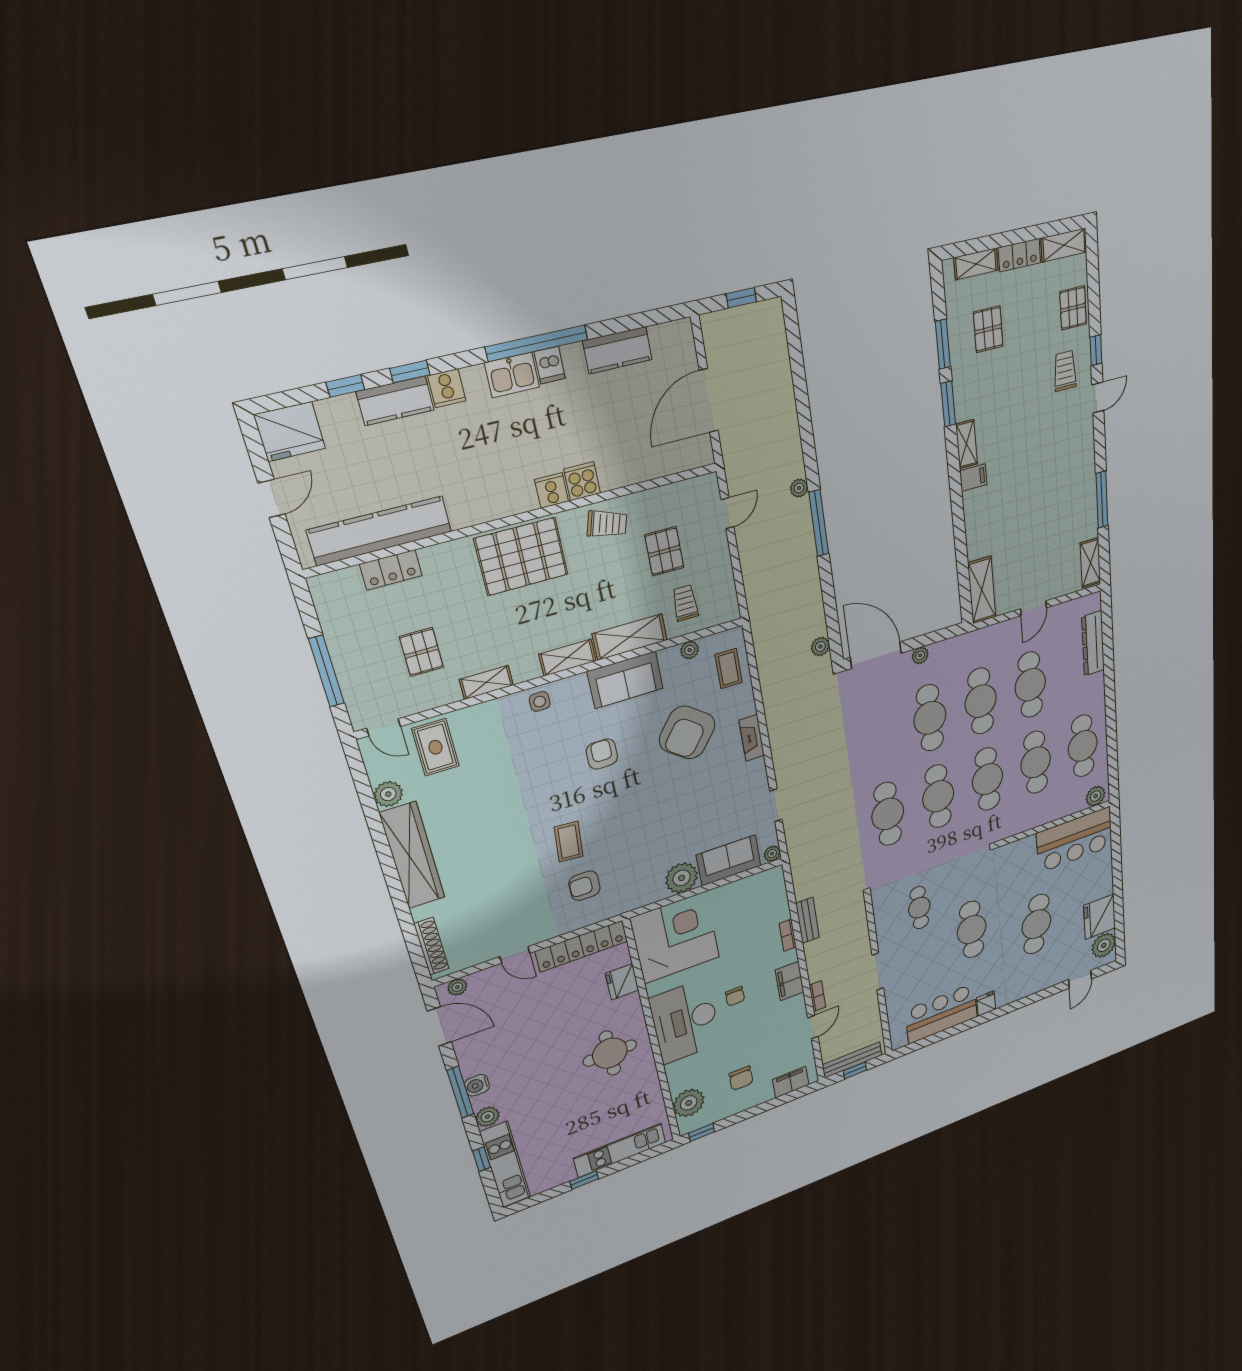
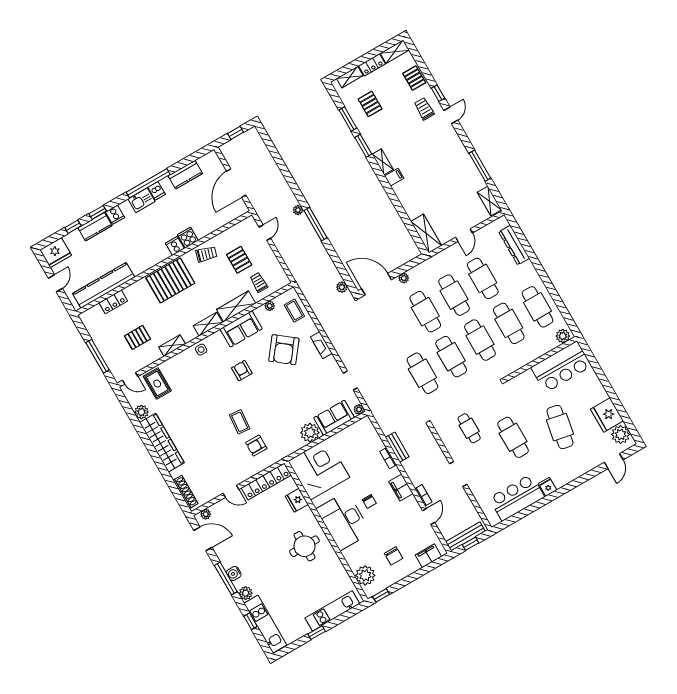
pallet: (421, 652) -> (137, 337), turned 90

